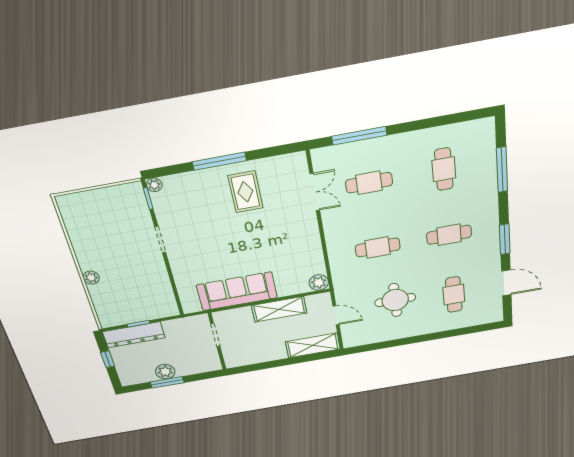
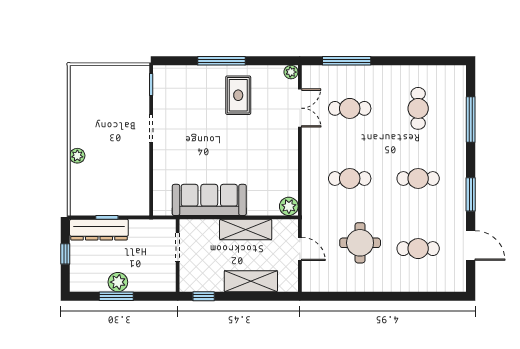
plant: (154, 185) -> (291, 72), moved
cafe table: (454, 295) -> (418, 249), turned 90
shelving: (313, 345) -> (251, 281), moved
window: (250, 368) -> (204, 296), added

